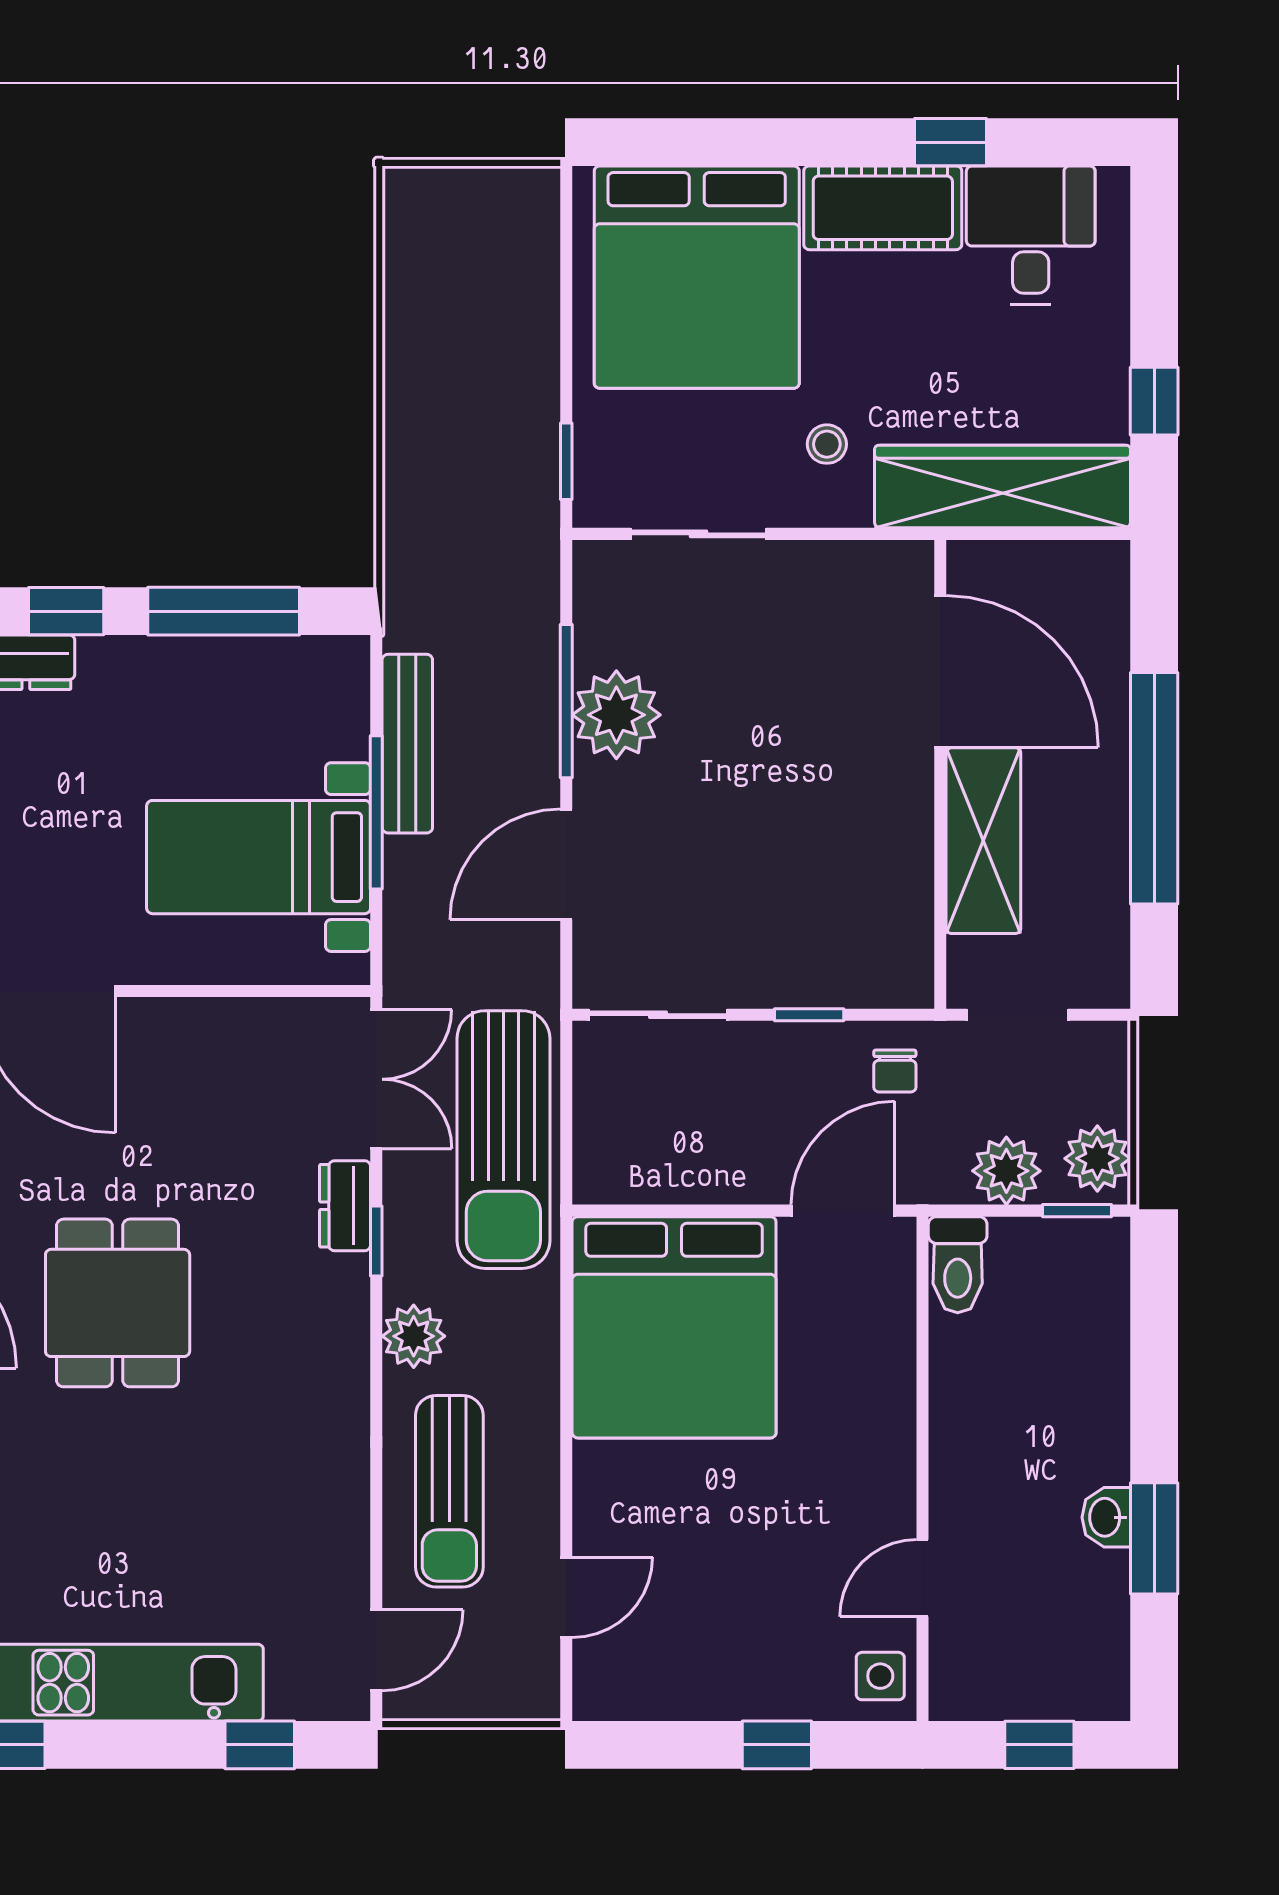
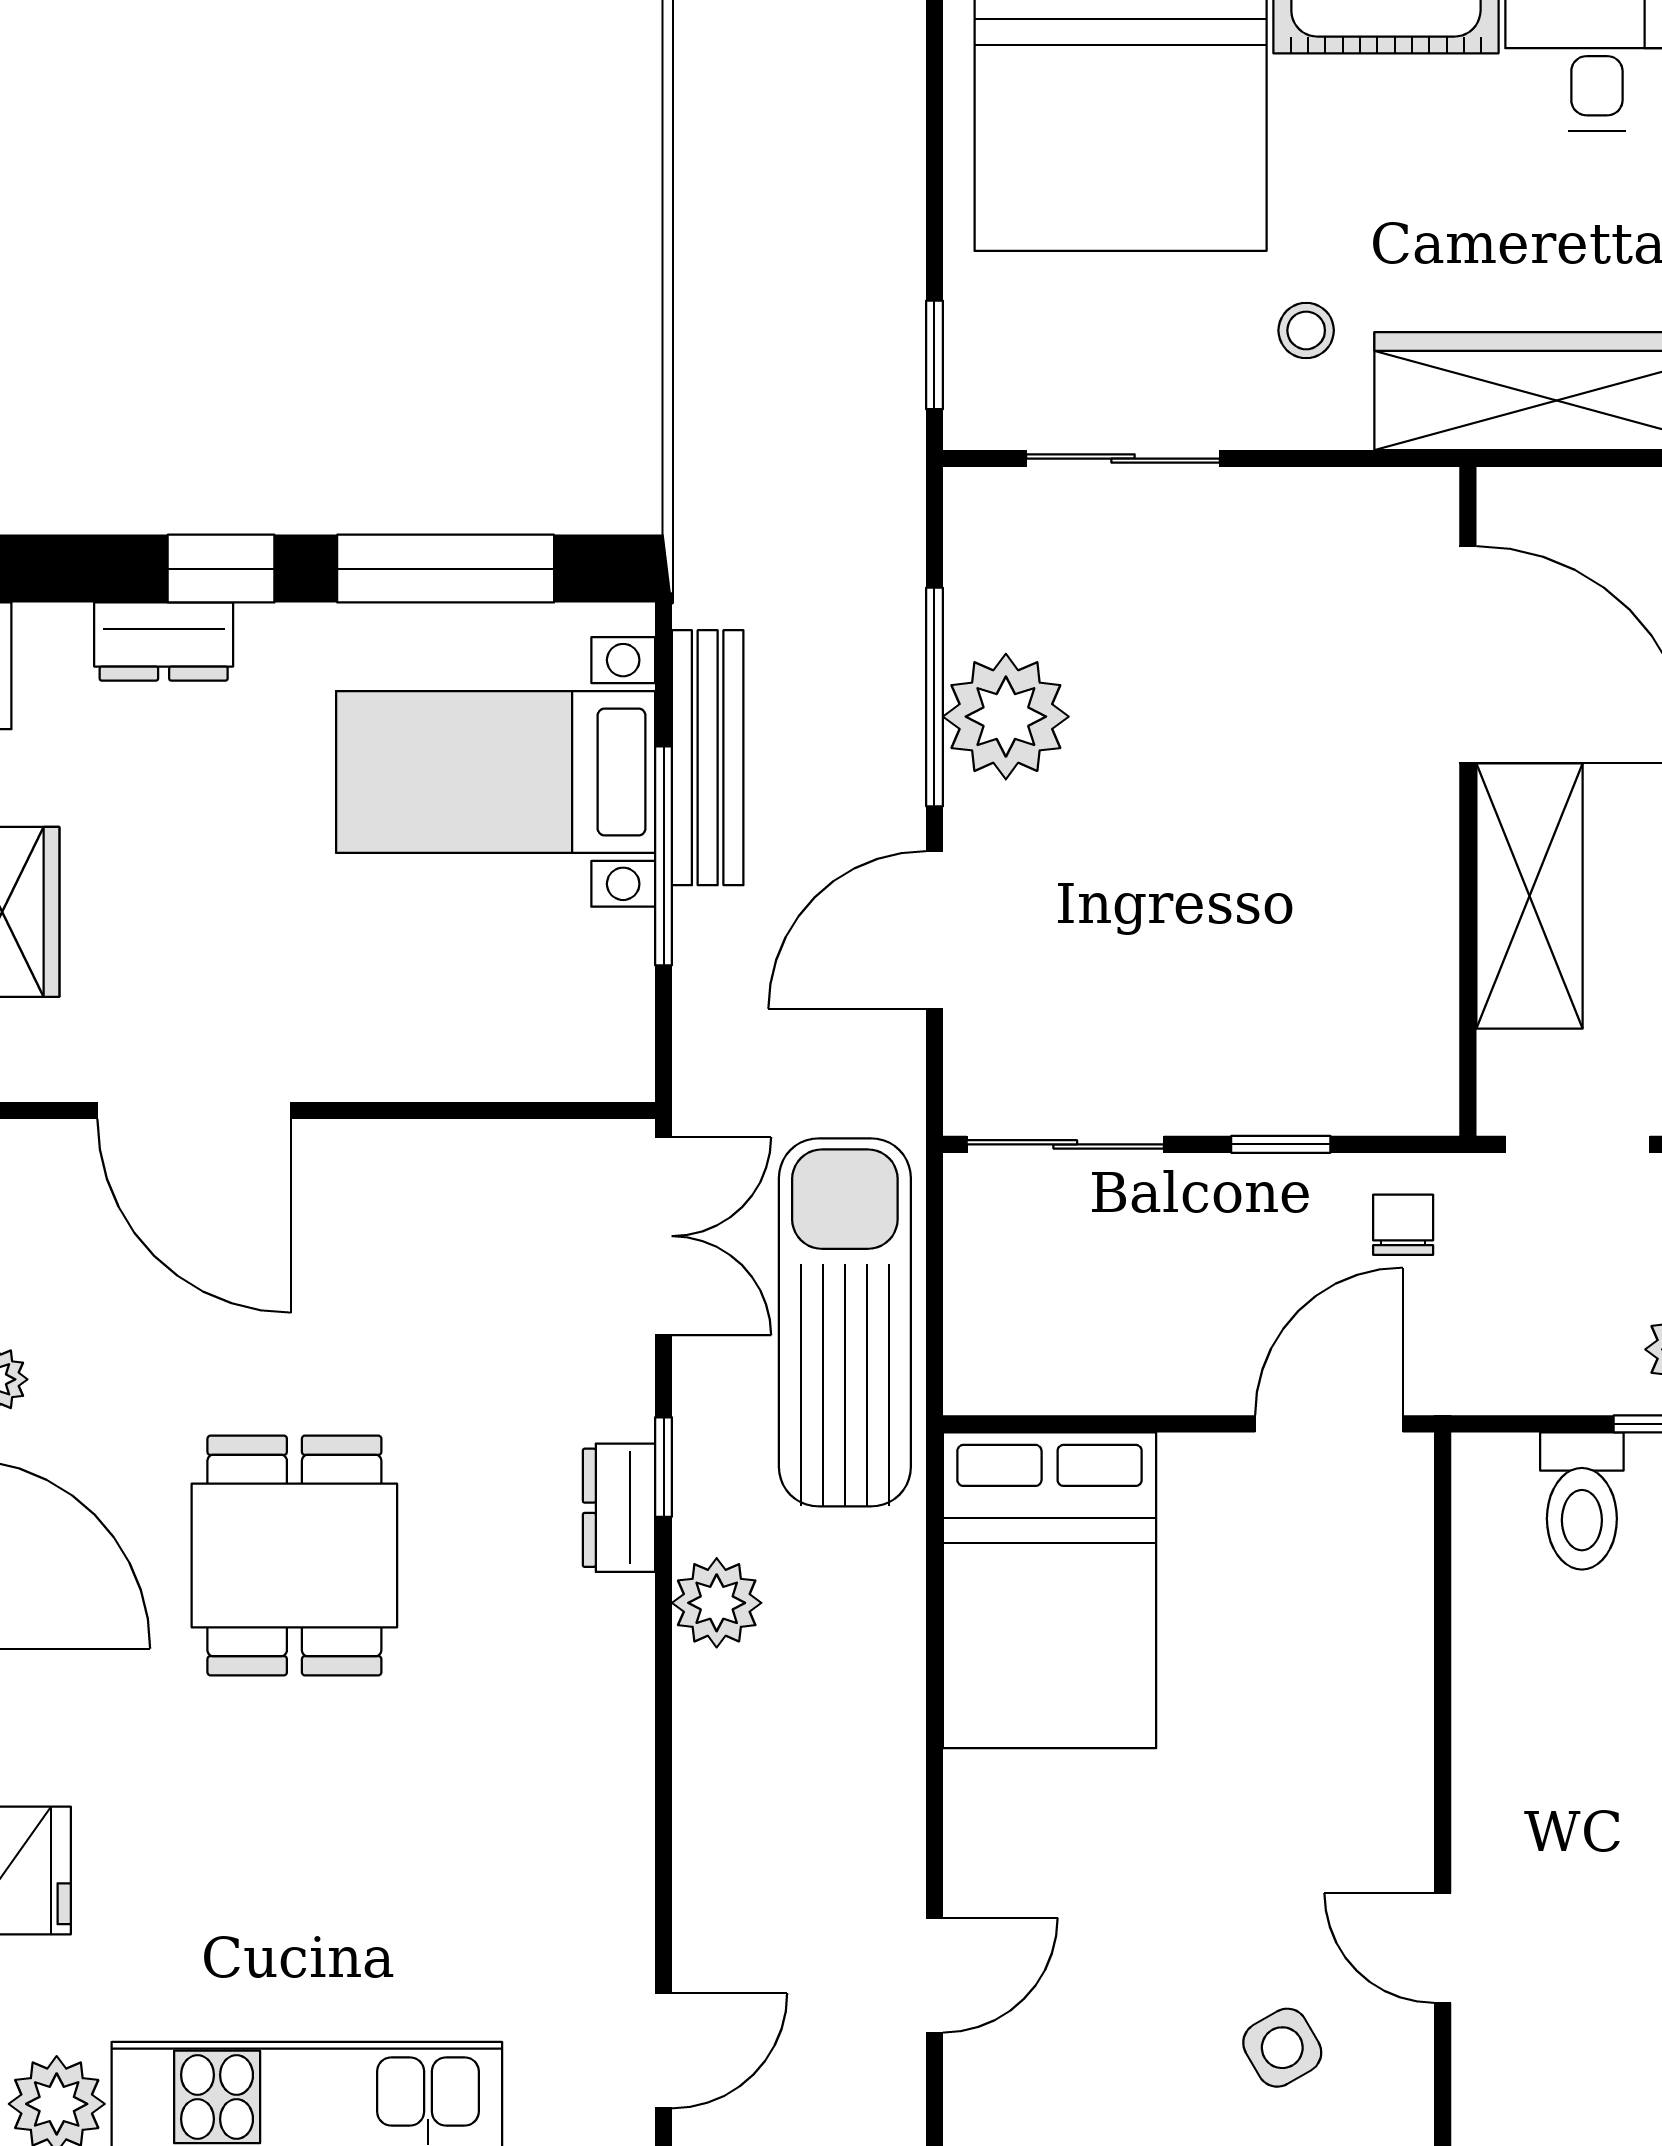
bed with nightstands: (259, 857) -> (496, 772), moved
chair: (895, 1071) -> (1403, 1225), turned 180
sun lounger: (503, 1140) -> (845, 1322), turned 180
plant: (1006, 1171) -> (1562, 1367), removed
dresser: (345, 1206) -> (619, 1508), moved
toilet: (958, 1265) -> (1582, 1501), moved
bed: (674, 1327) -> (1050, 1590), width x0.73
sun lounger: (449, 1491) -> (768, 1824), removed
door: (922, 1578) -> (1443, 1948), hinge flipped
side table: (880, 1676) -> (1282, 2048), moved, turned -30

